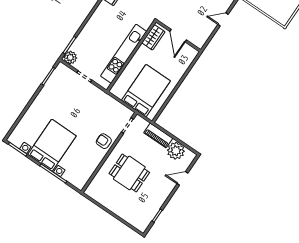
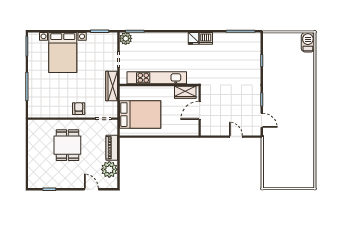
wardrobe: (104, 98) -> (112, 86), added
bed with nightstands: (52, 145) -> (63, 53), moved, turned 90

